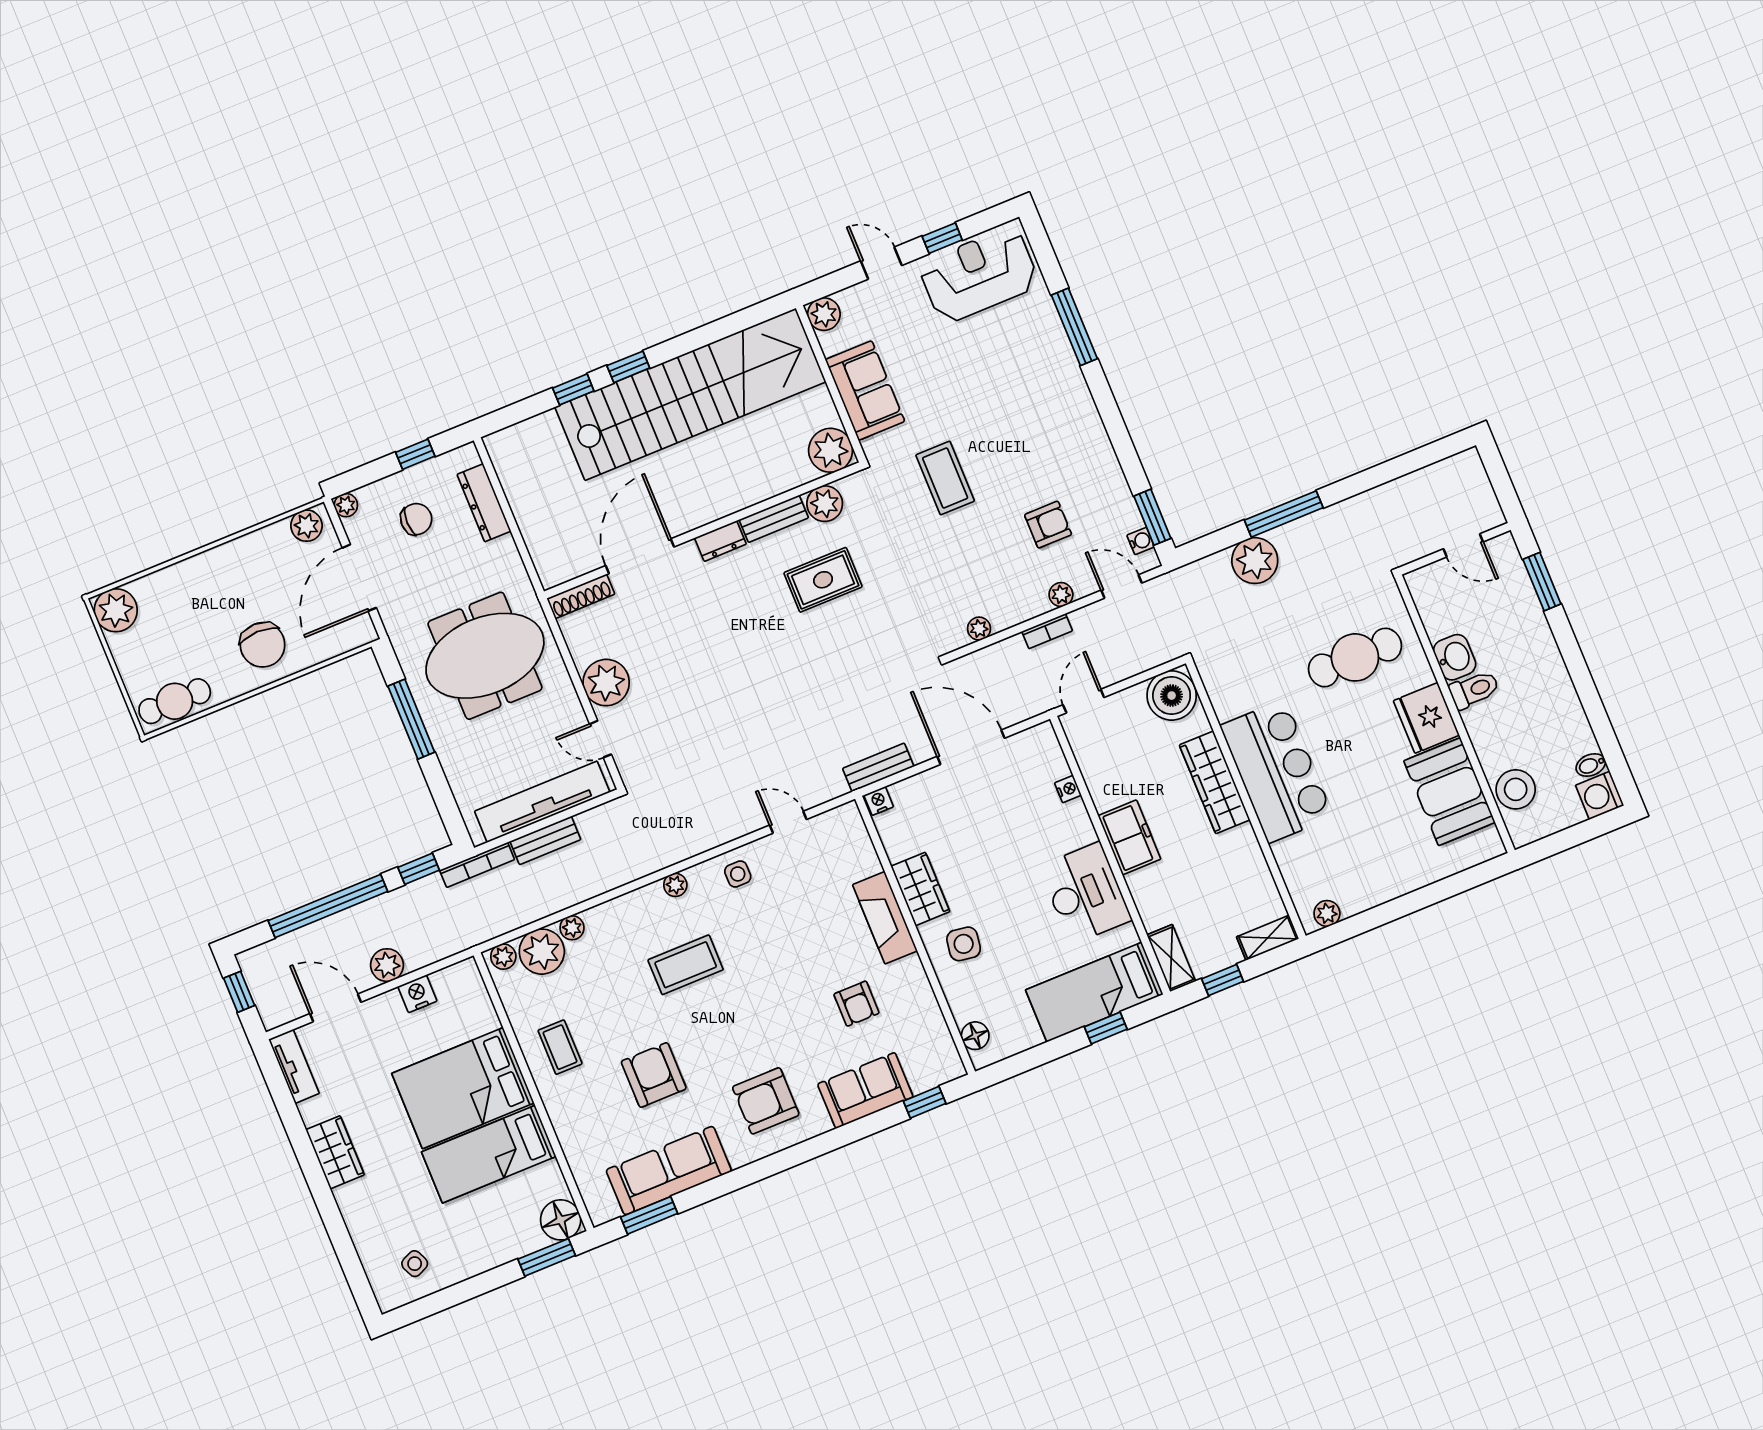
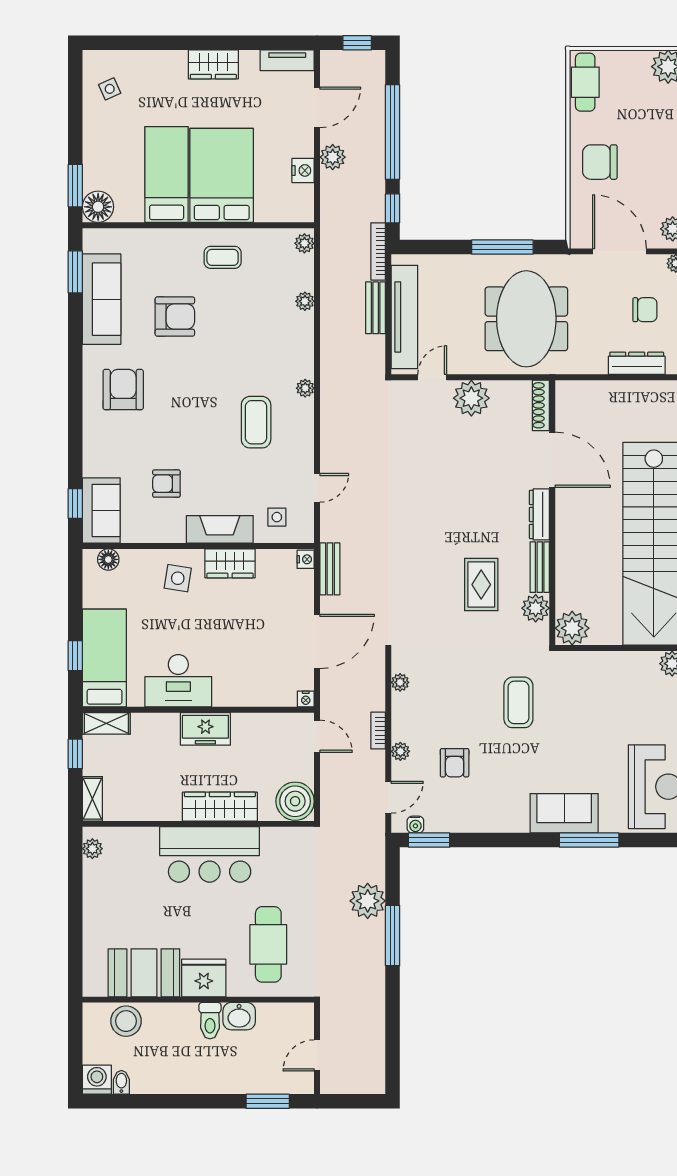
sofa: (865, 391) -> (564, 813), moved, turned 180
coffee table: (945, 478) -> (518, 702), turned 90
chair: (416, 519) -> (645, 310), turned -90
dresser: (720, 541) -> (539, 514), width x1.44
nightstand: (1068, 789) -> (306, 699), moved
side table: (738, 874) -> (277, 517), moved
plant: (542, 952) -> (297, 272), removed
coffee table: (686, 965) -> (256, 422), moved
sofa: (865, 1090) -> (101, 510), moved

